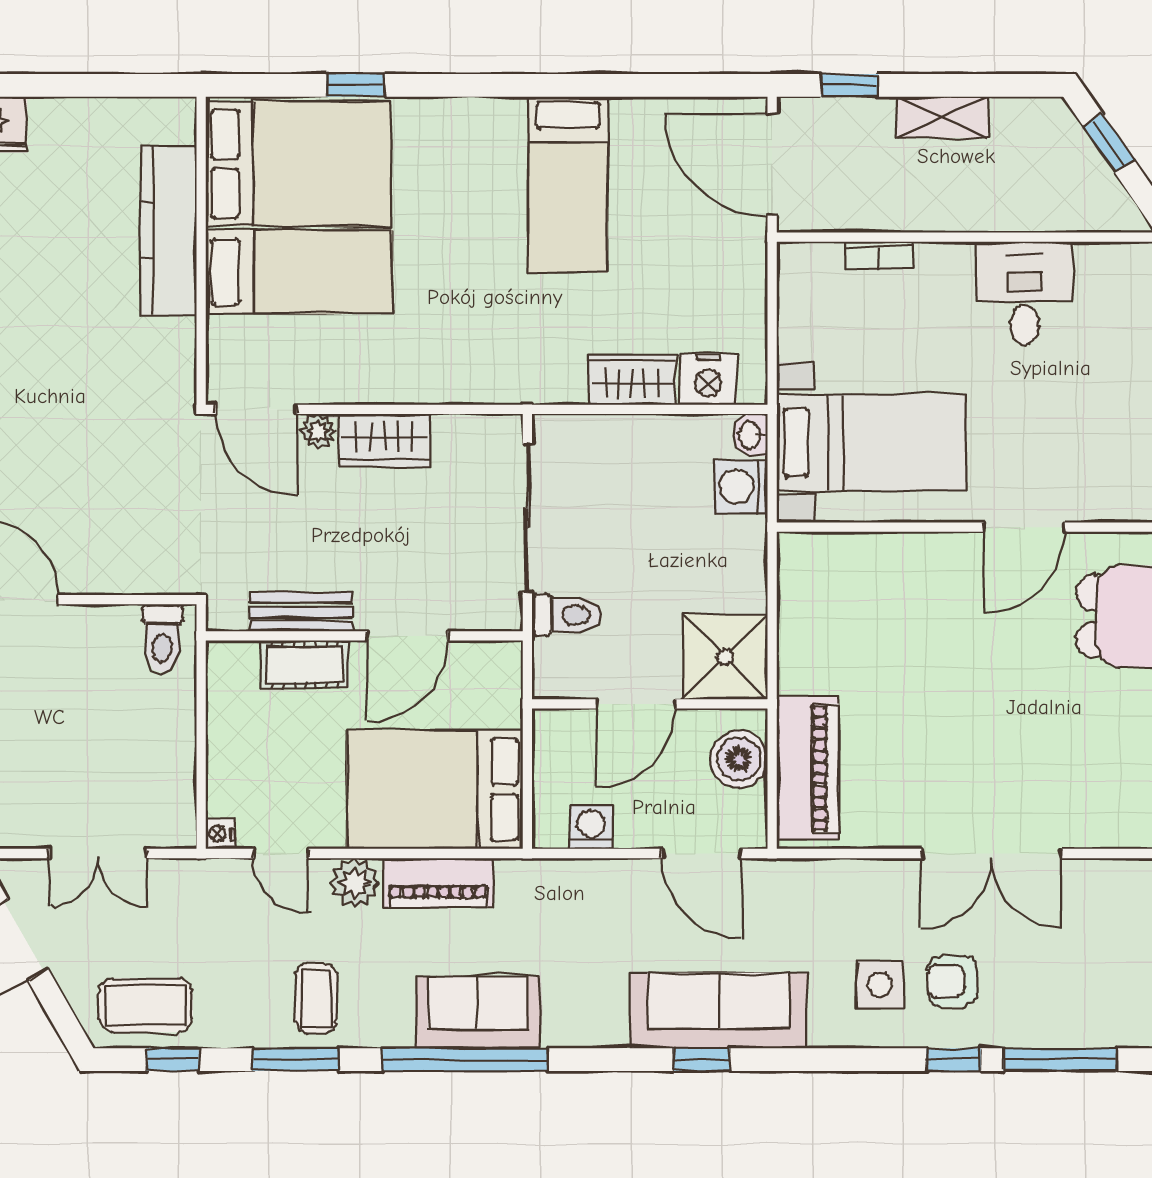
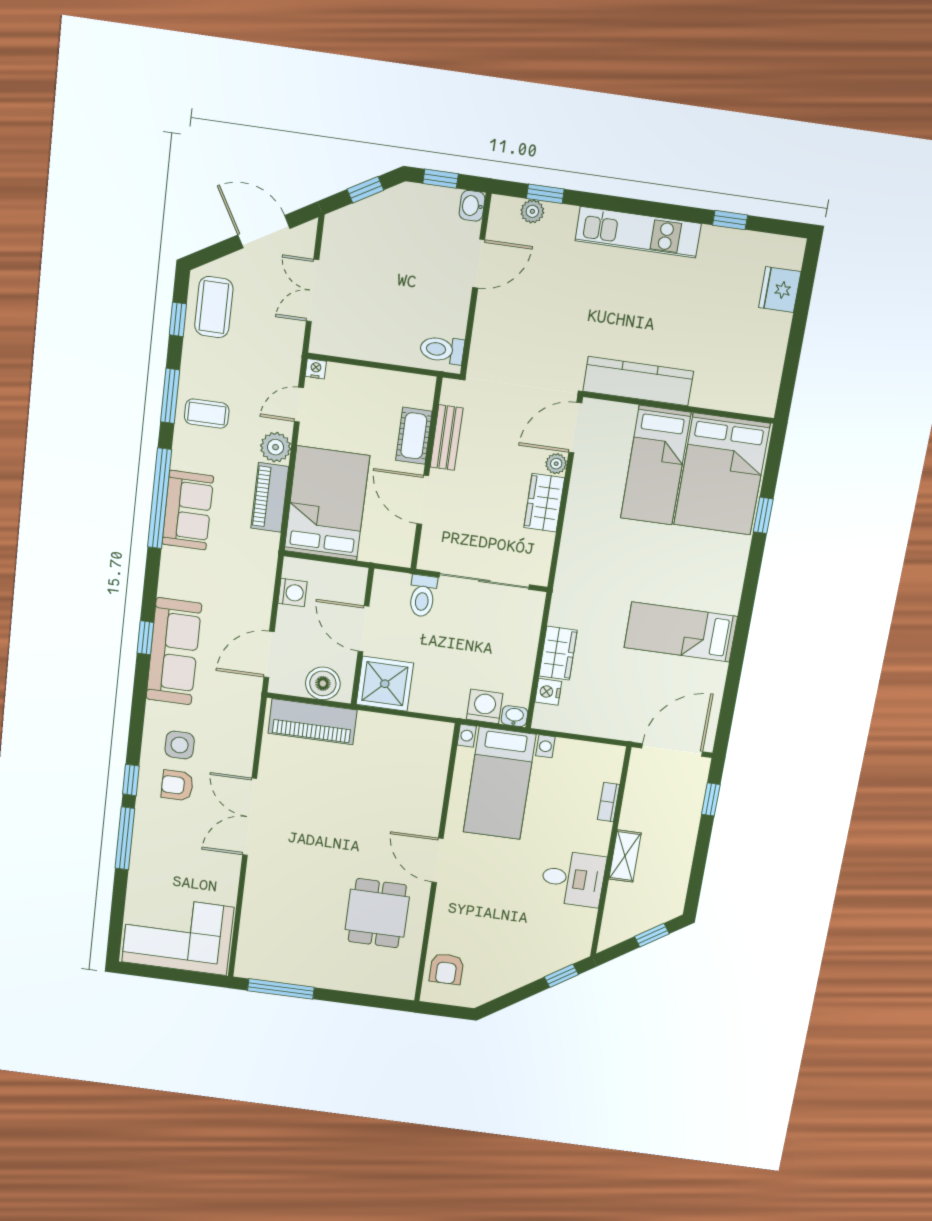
shelving: (942, 117) -> (625, 856), moved
kitchen counter: (168, 230) -> (638, 381), moved
nightstand: (708, 379) -> (548, 692), width x0.74, depth x0.75
armchair: (952, 981) -> (177, 785), turned -90

